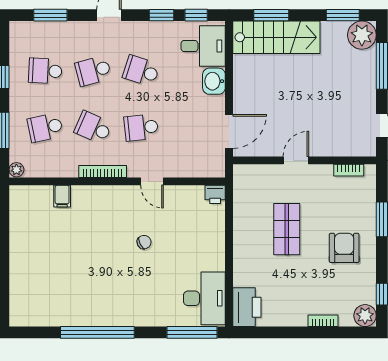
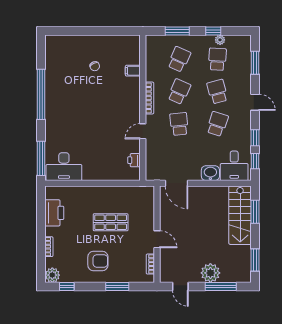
plant: (362, 35) -> (210, 273), moved
school desk: (45, 128) -> (179, 59), turned 36
door: (296, 160) -> (157, 239), moved
plant: (16, 170) -> (220, 40), moved
printer: (215, 194) -> (134, 160), moved
chair: (144, 242) -> (95, 66), moved
printer: (247, 307) -> (54, 213), moved, turned -90

